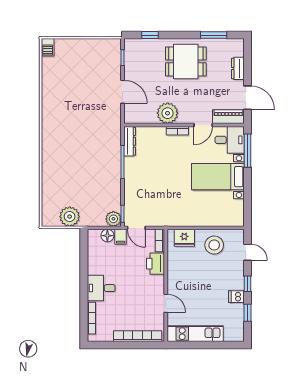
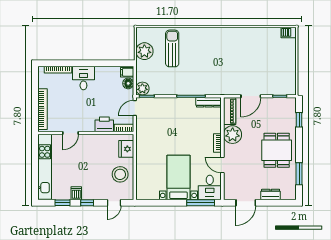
piano: (228, 117) -> (230, 111), moved
sun lounger: (66, 184) -> (172, 48), added
filing cabinet: (121, 237) -> (127, 72), moved
kitchen unit: (195, 334) -> (45, 167), width x1.36

